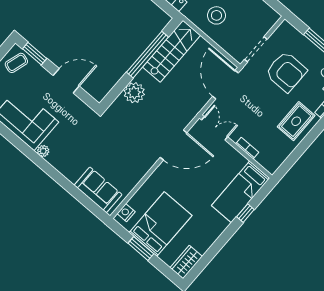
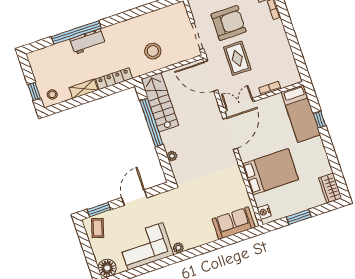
plant: (134, 93) -> (172, 156), width x0.53, depth x0.53
rug: (296, 121) -> (237, 58), moved
door: (174, 145) -> (230, 134), moved
bed: (161, 224) -> (270, 172), moved, turned 90

